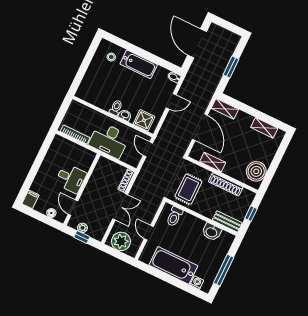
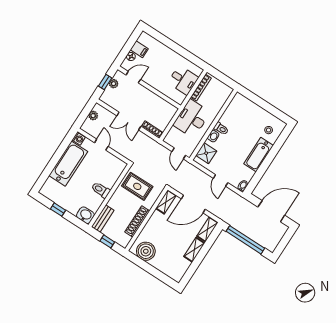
window: (231, 67) -> (245, 240), width x2.11
shelving: (264, 128) -> (194, 250), moved
door: (148, 149) -> (179, 153), swing flipped
shelving: (213, 162) -> (166, 202), moved
desk: (71, 178) -> (183, 80), moved, turned -90
filing cabinet: (31, 199) -> (139, 49), moved
toilet: (174, 217) -> (101, 190), moved
washbasin: (212, 232) -> (85, 215), moved, turned 90
door: (149, 233) -> (101, 145), hinge flipped
plant: (121, 241) -> (93, 116), width x0.53, depth x0.53
window: (224, 270) -> (58, 210), width x0.46
washing machine: (197, 283) -> (79, 139), moved

